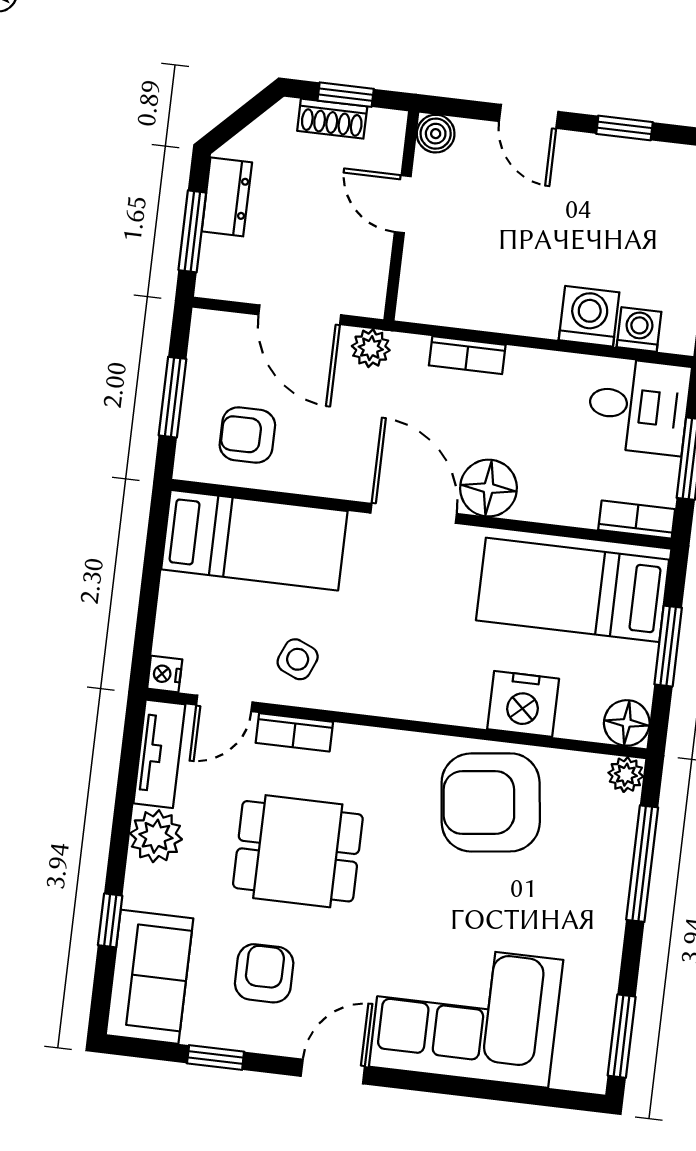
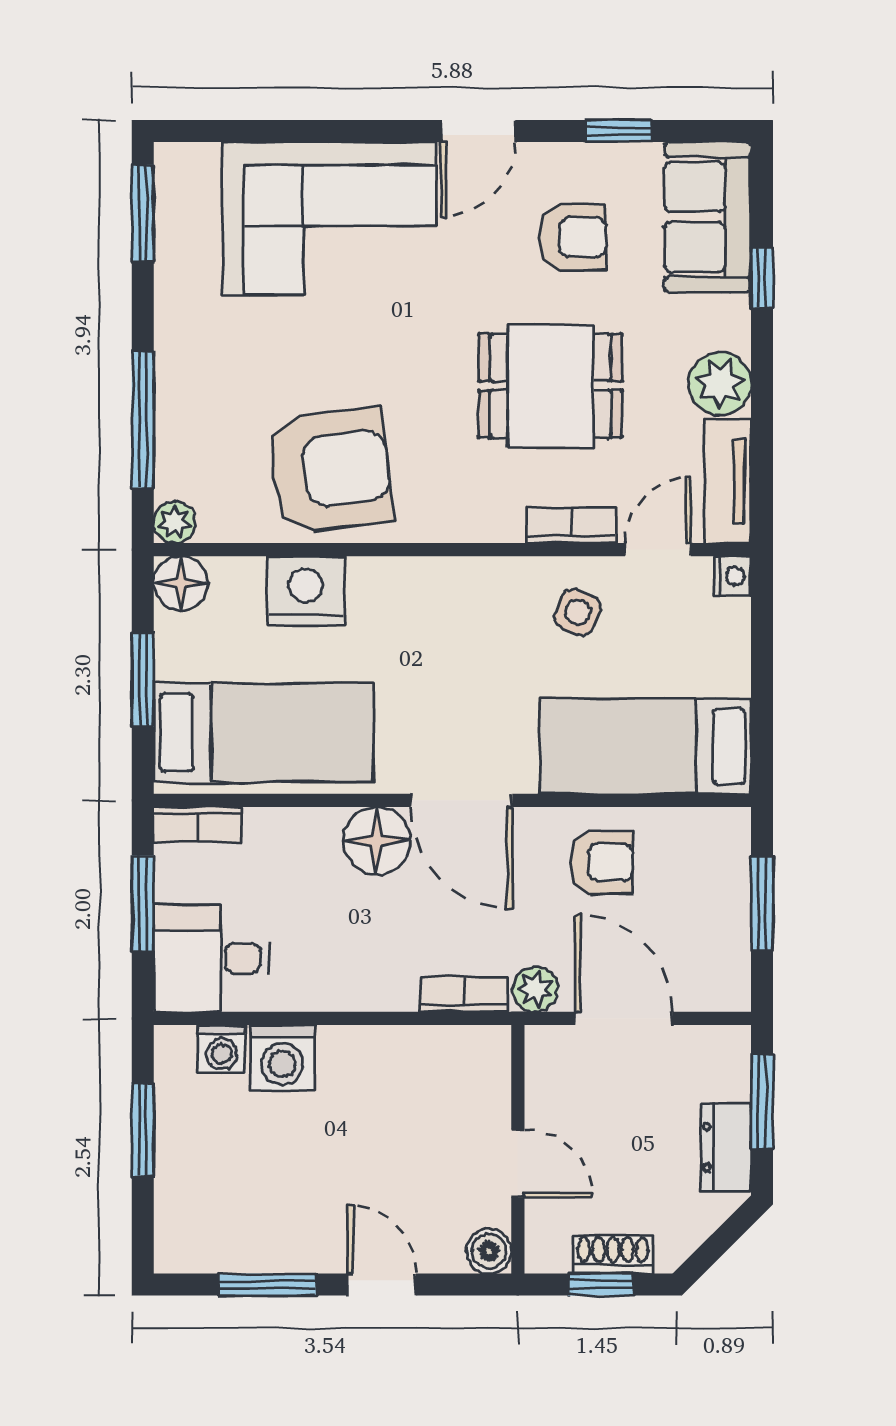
window: (624, 128) -> (267, 1284), width x1.50
bookcase: (467, 355) -> (464, 994), moved
armchair: (247, 435) -> (602, 862), moved
armchair: (264, 973) -> (573, 237), turned -90

